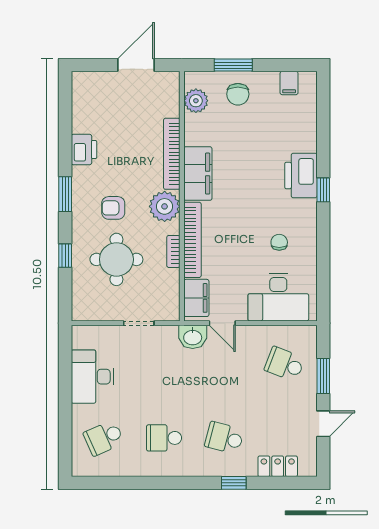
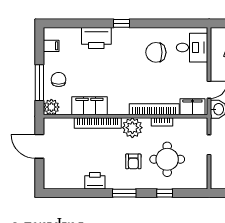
window: (233, 65) -> (39, 83), width x1.44
chair: (238, 94) -> (59, 79), turned -90
plant: (196, 101) -> (51, 107), moved
filing cabinet: (198, 174) -> (89, 106), moved
printer: (301, 175) -> (96, 38), moved
chair: (279, 242) -> (156, 52), width x1.87, depth x1.87
desk: (278, 297) -> (192, 48), width x0.73

